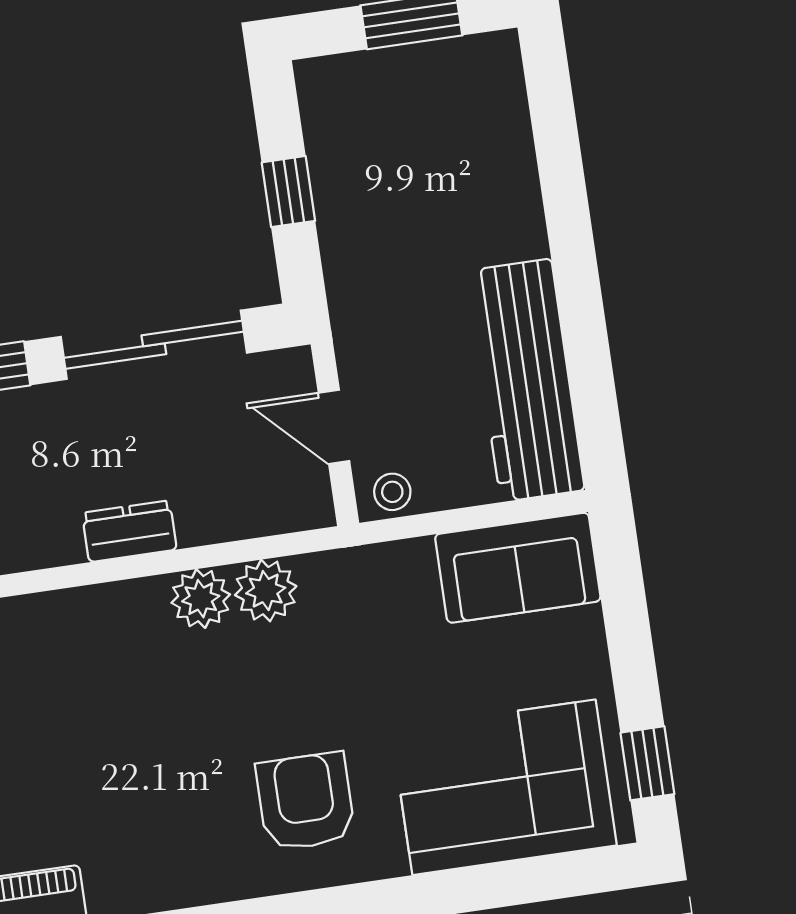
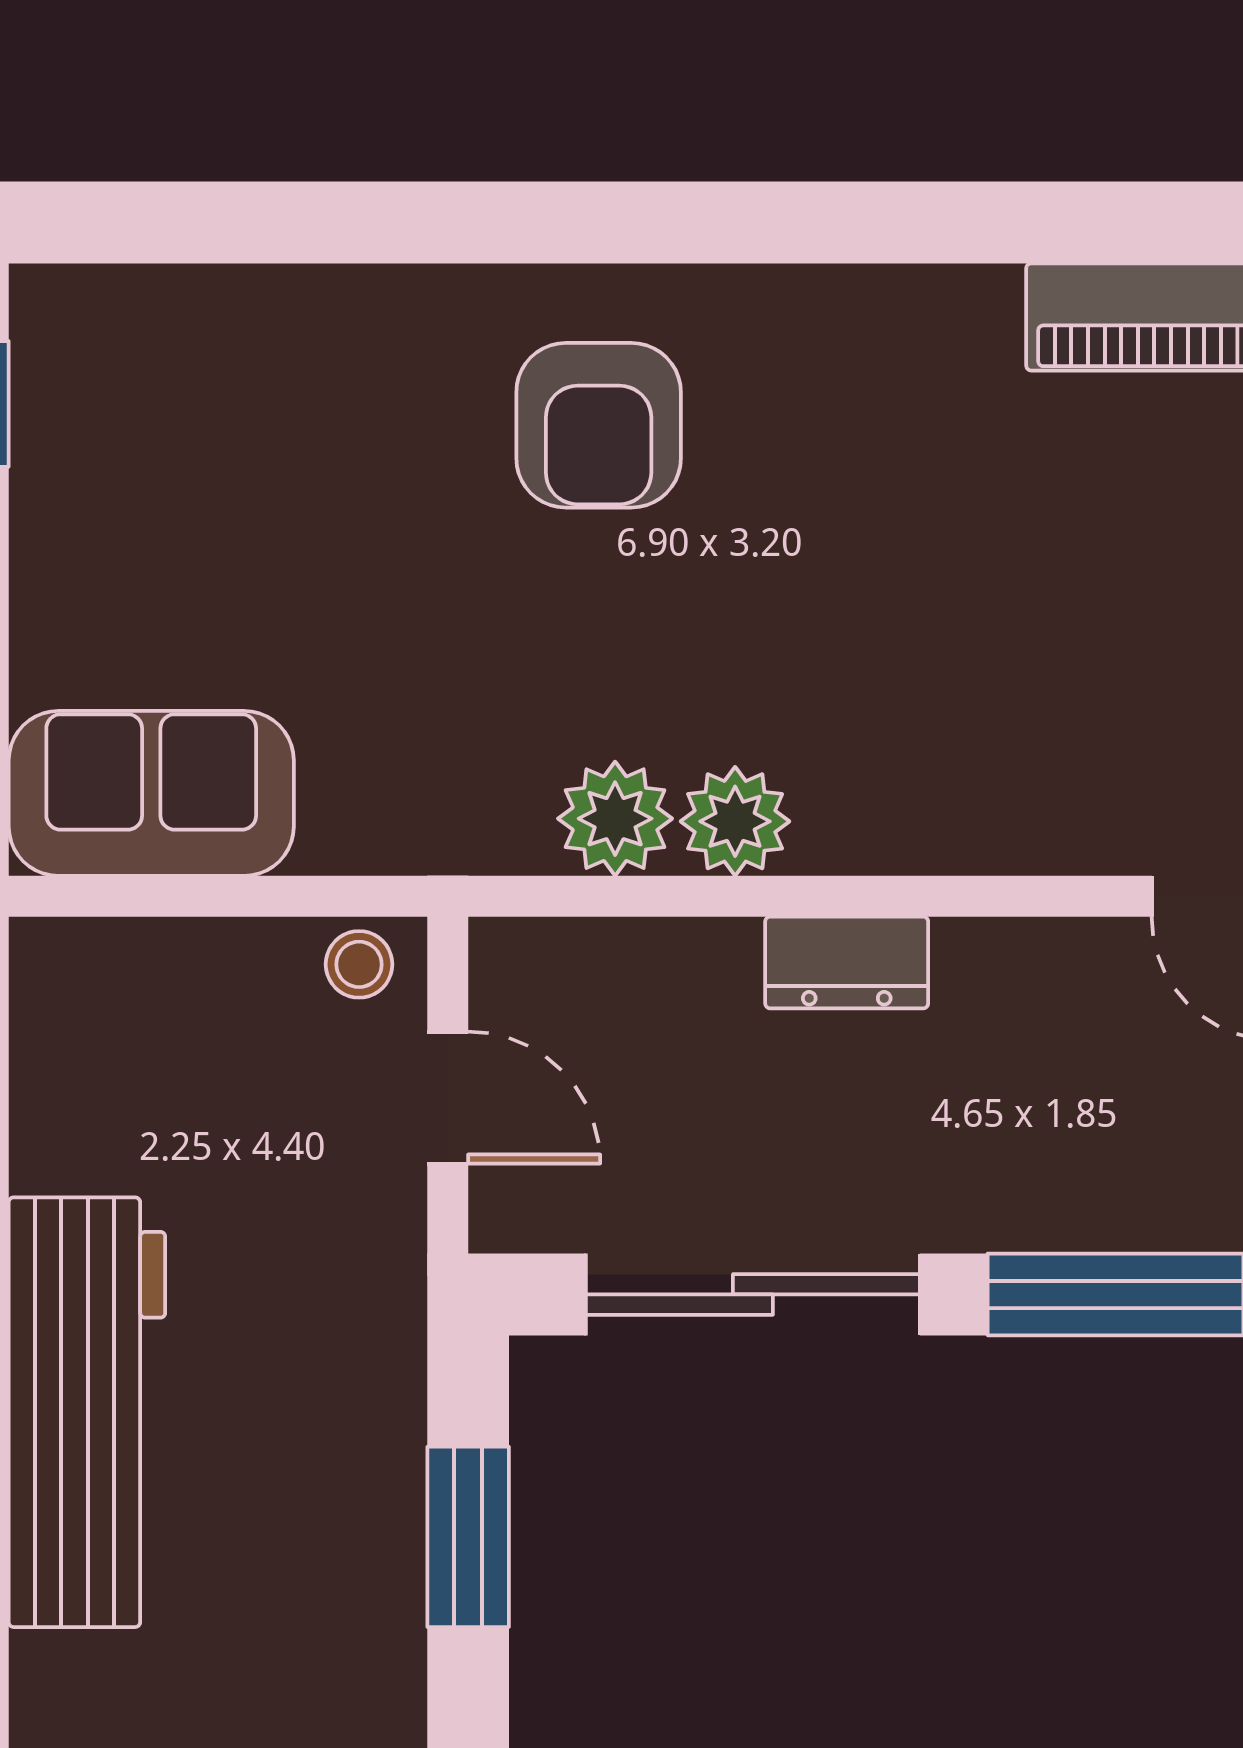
window: (288, 192) -> (468, 1537), width x1.50
workbench: (526, 380) -> (87, 1412), moved
corner sofa: (504, 787) -> (234, 399), removed

